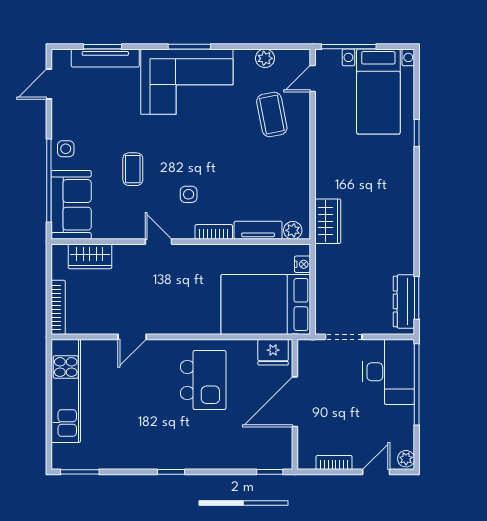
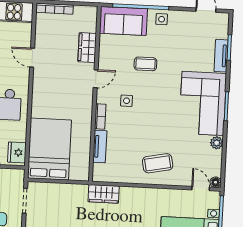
floor lamp: (302, 57) -> (216, 182), added
tv unit: (105, 58) -> (221, 56), width x0.71
plant: (265, 58) -> (217, 143), moved
coffee table: (272, 114) -> (158, 163), moved
plant: (293, 230) -> (99, 170), removed
wardrobe: (90, 256) -> (87, 48), moved
nightstand: (302, 264) -> (75, 175), removed

